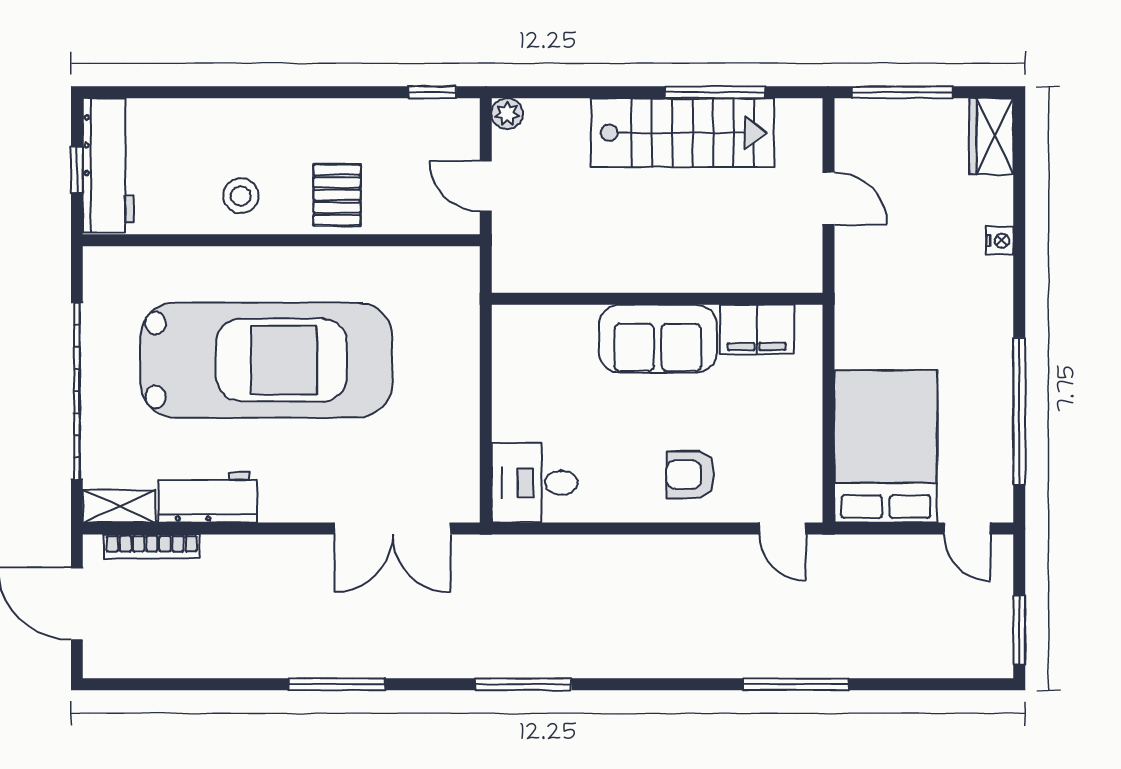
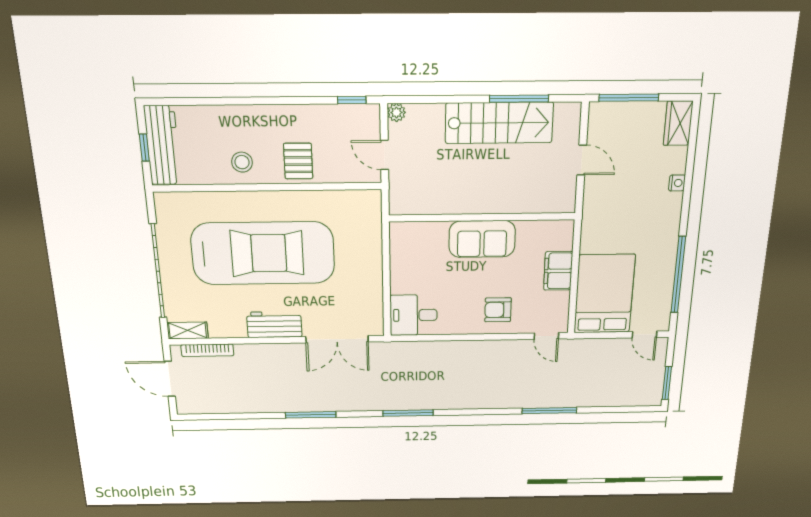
filing cabinet: (757, 329) -> (558, 271), moved, turned 90
workbench: (208, 497) -> (274, 325), moved

